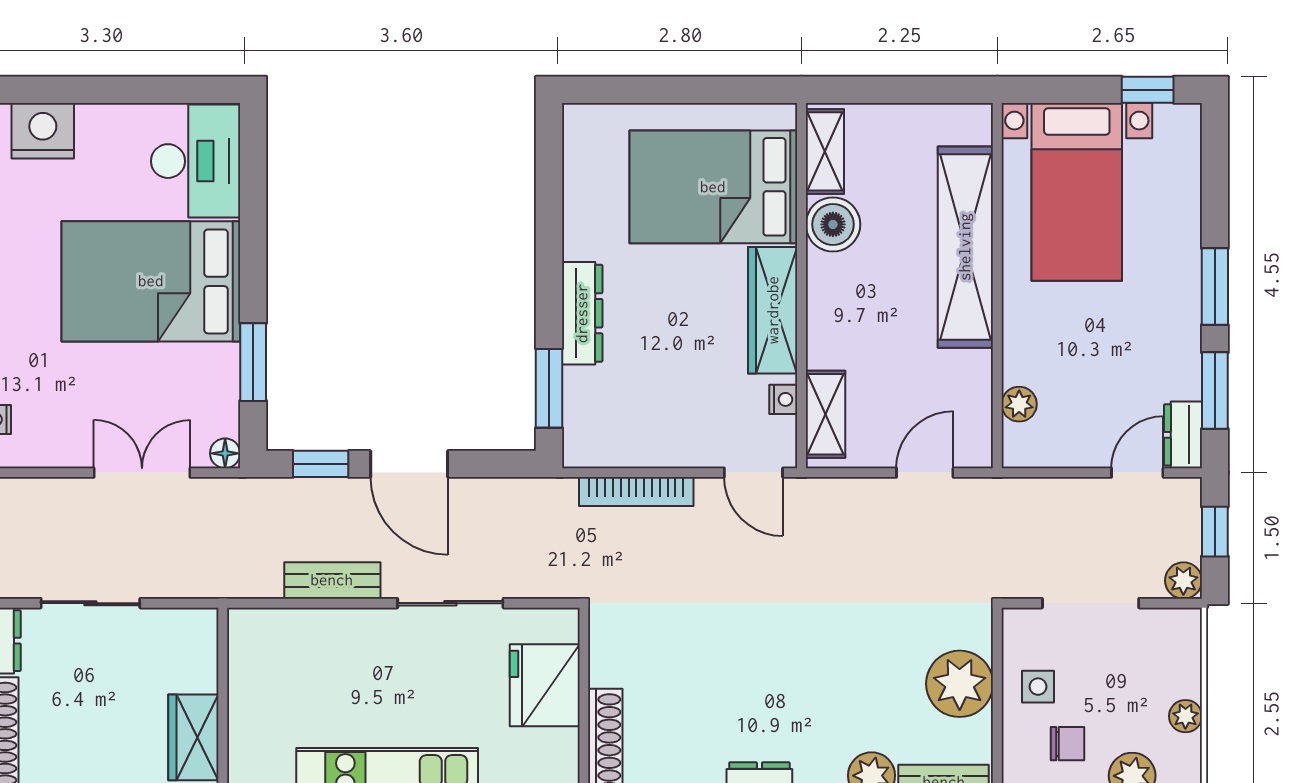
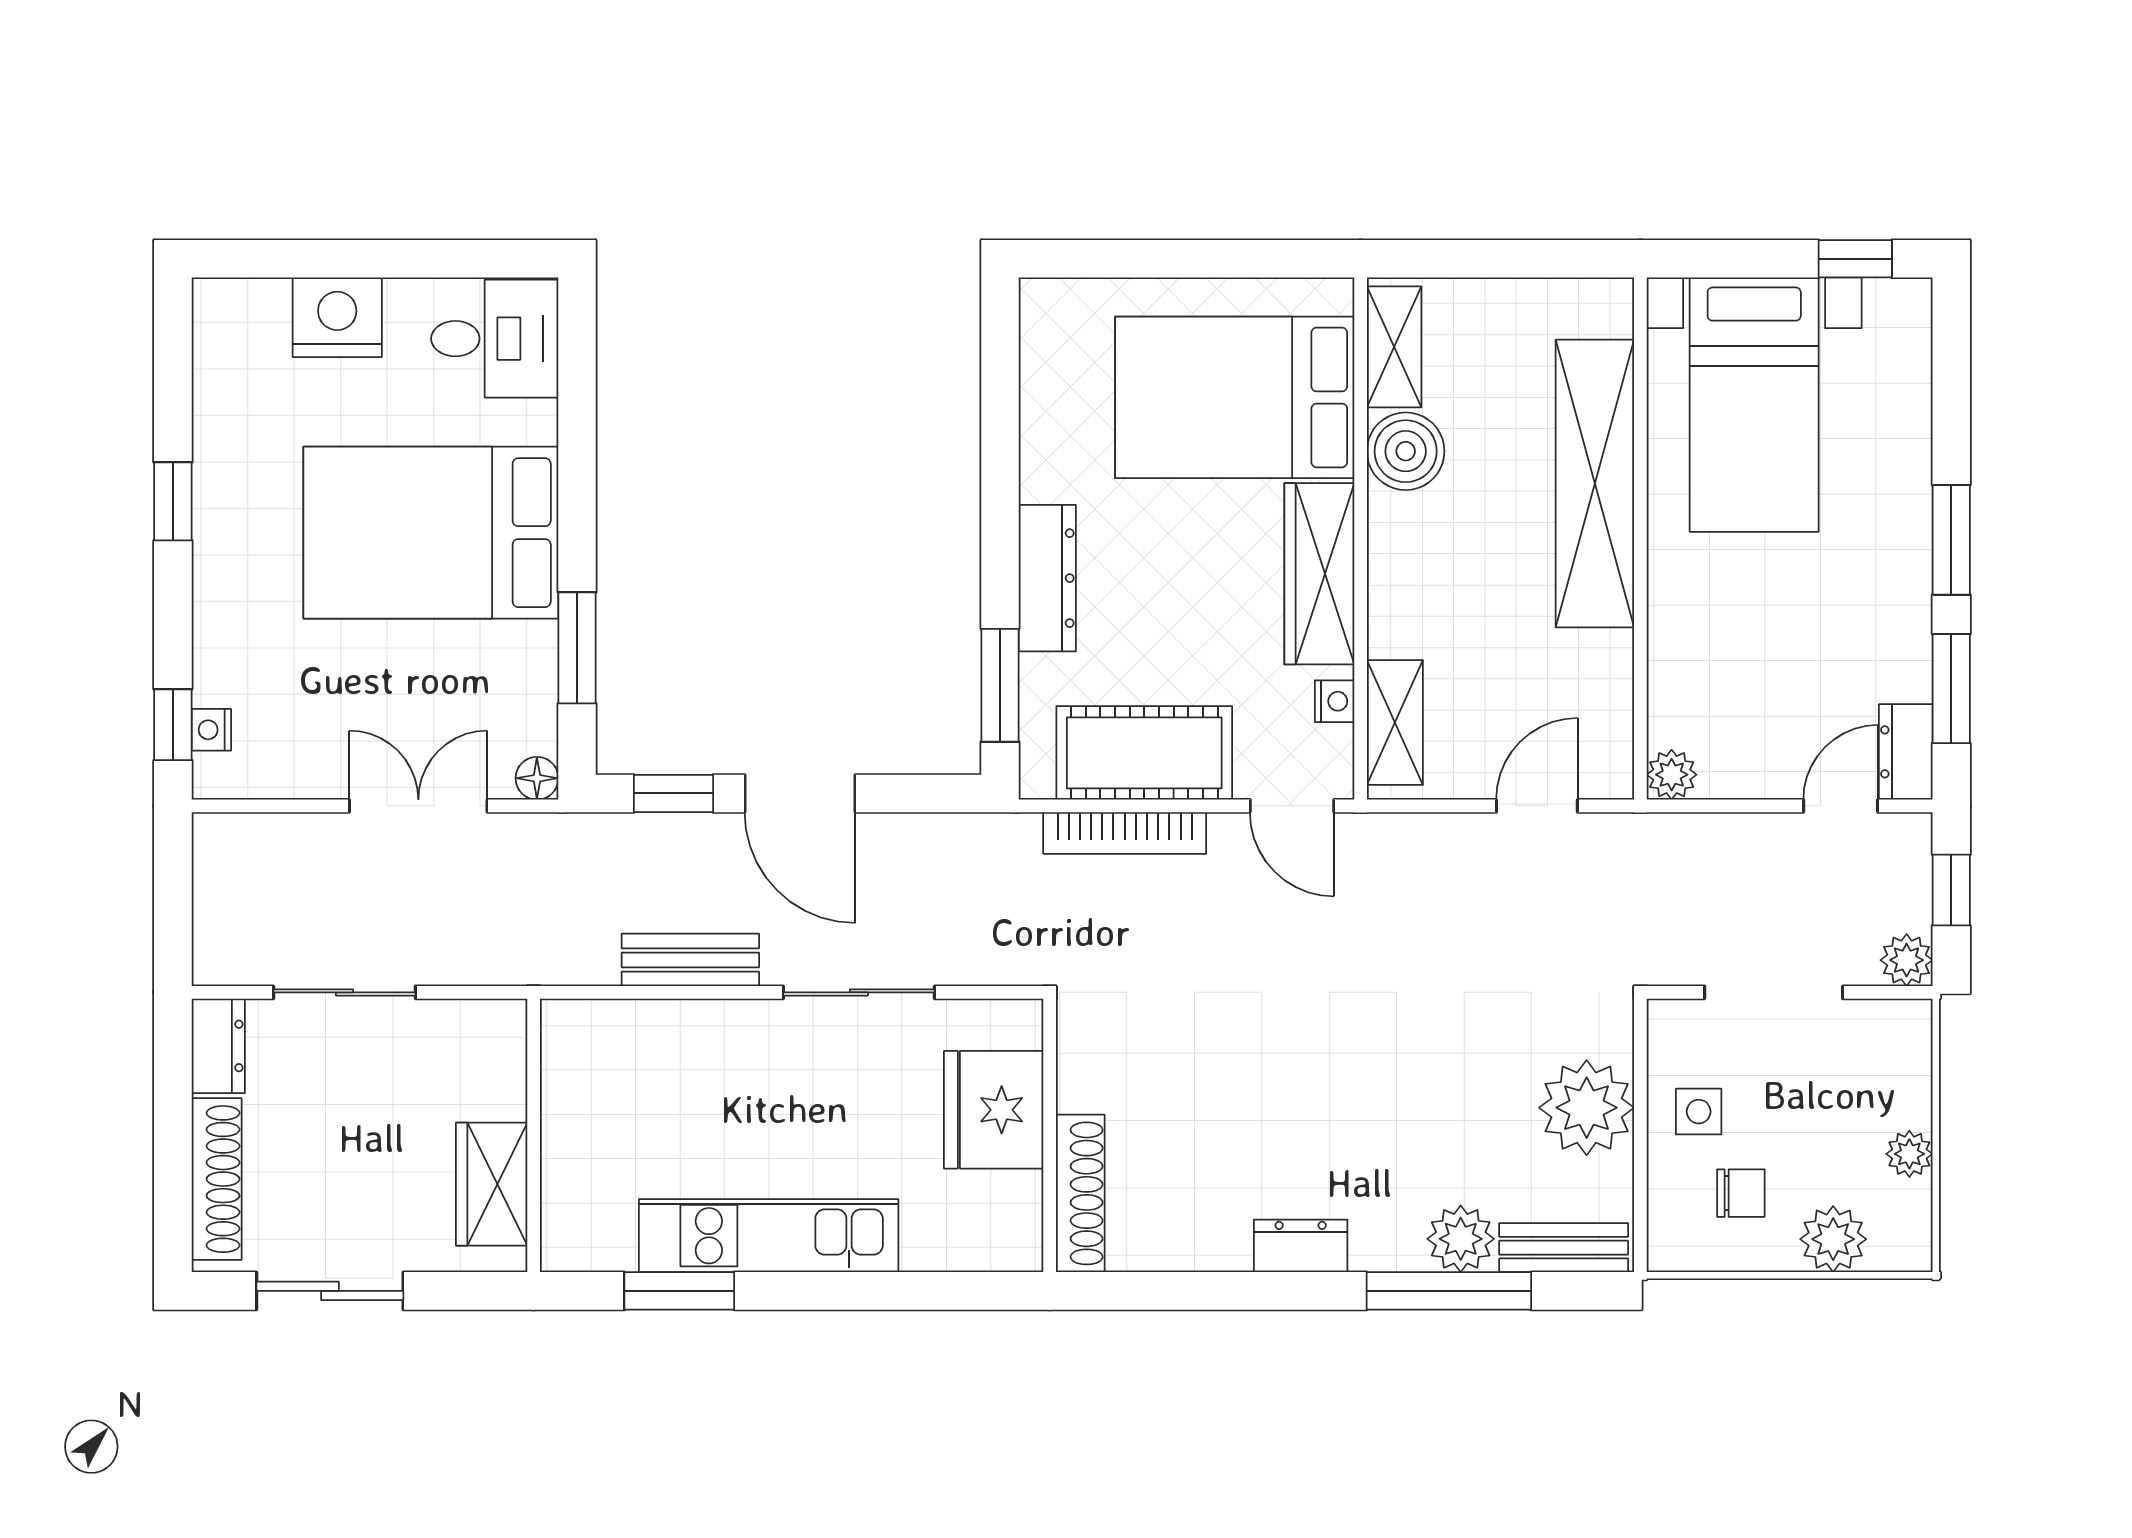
nightstand: (43, 131) -> (337, 317), moved
desk: (196, 161) -> (495, 339), width x0.73
plant: (1019, 404) -> (1672, 775), moved
cot: (650, 436) -> (1144, 753), added

